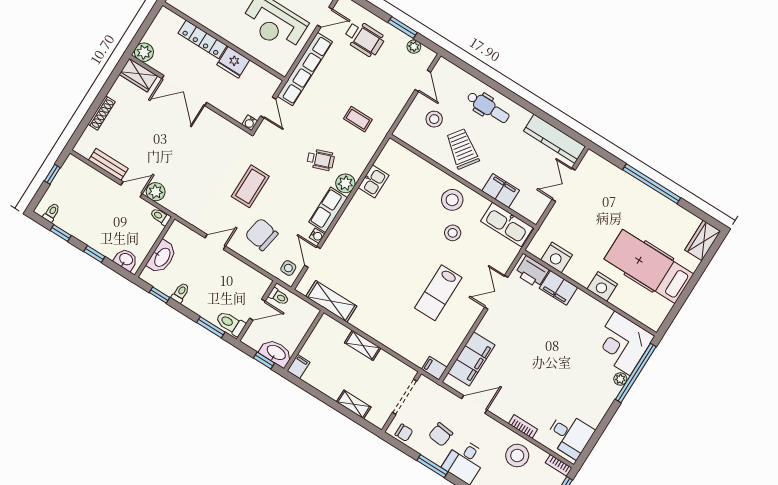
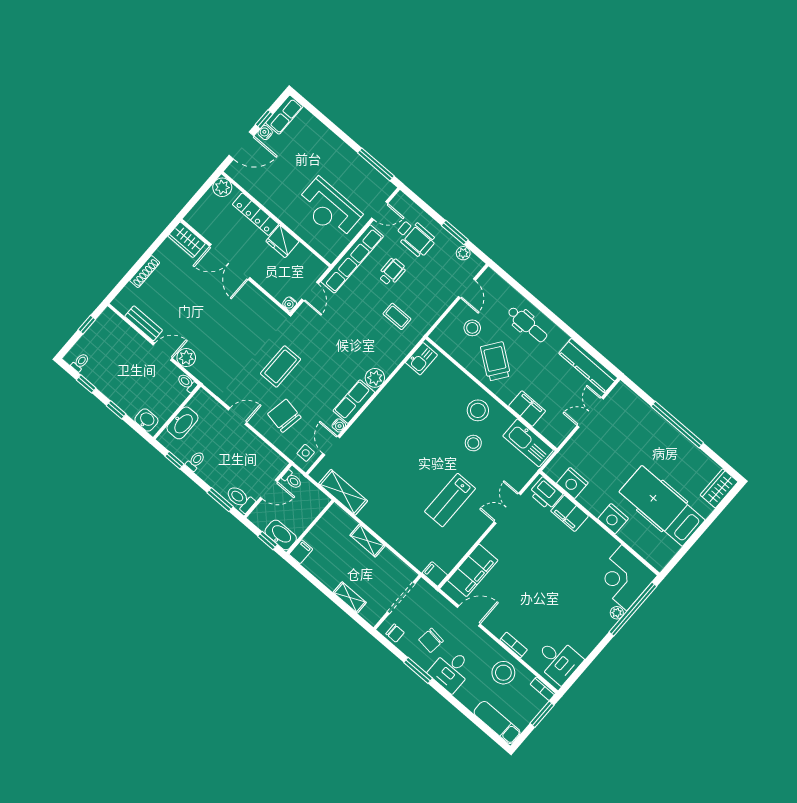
plant: (144, 52) -> (222, 187), moved
wheelchair: (321, 160) -> (392, 272), moved, turned -70
kitchen sink: (373, 181) -> (421, 359), moved

